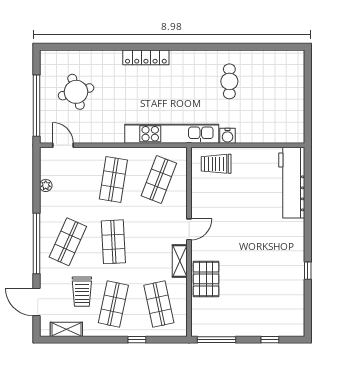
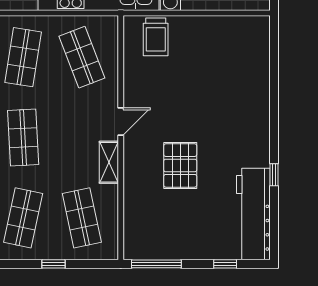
trolley: (216, 164) -> (156, 37), turned -90
shop shelf: (159, 180) -> (82, 57), turned -42
workbench: (292, 183) -> (253, 214), moved
pallet: (206, 279) -> (180, 165), moved

